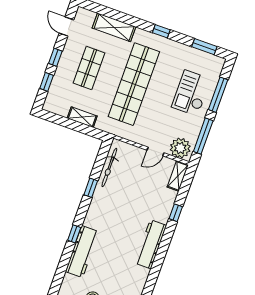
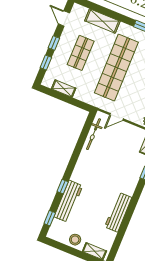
shelving: (82, 117) -> (64, 88), moved
door: (156, 152) -> (117, 117), moved
window: (91, 188) -> (50, 218), moved
workbench: (151, 244) -> (118, 212), moved

